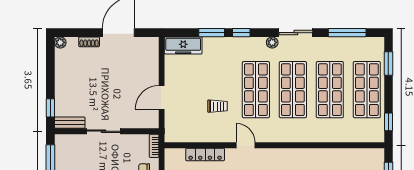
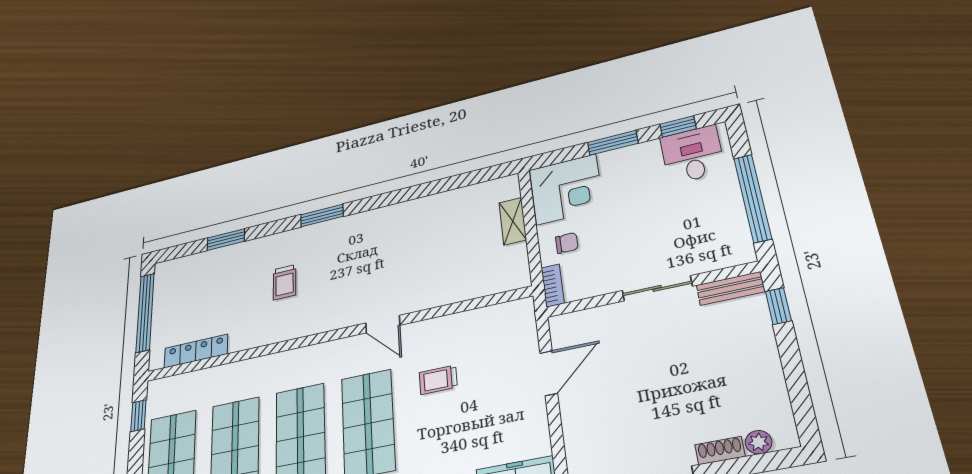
plant: (60, 42) -> (759, 442), moved
locker: (205, 154) -> (196, 351), moved

